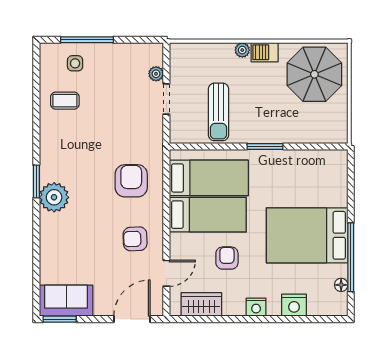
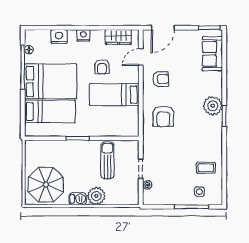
plant: (242, 50) -> (96, 196), width x1.88, depth x1.88
bed: (209, 178) -> (50, 111), moved, turned 180
sofa: (66, 301) -> (212, 54), moved, turned 90

